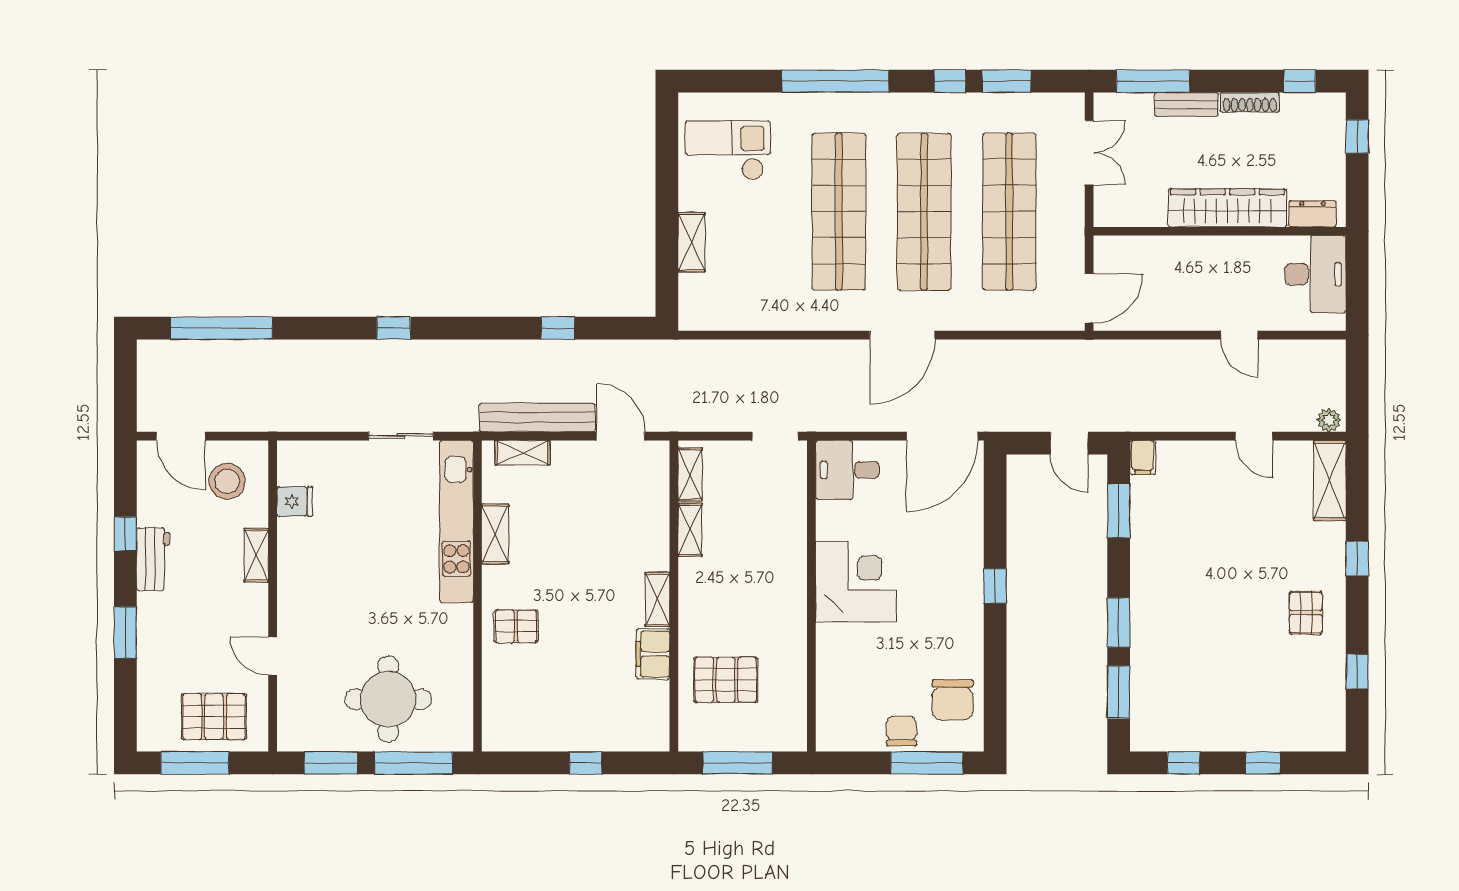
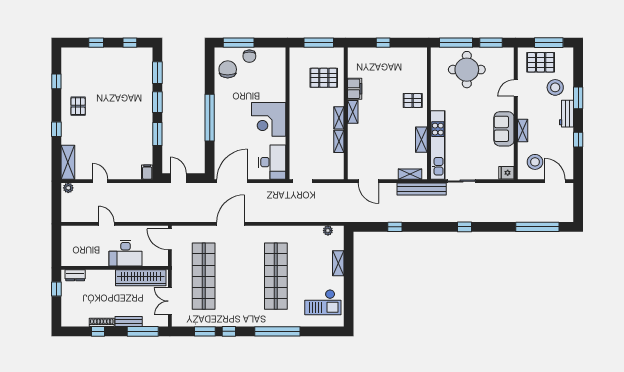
window: (1300, 81) -> (98, 331), moved
window: (1357, 136) -> (56, 289), moved
wardrobe: (1228, 208) -> (141, 278), moved
shop shelf: (924, 212) -> (240, 276), removed
desk: (1315, 274) -> (126, 253), moved, turned -90
door: (1089, 298) -> (170, 239), hinge flipped
plant: (716, 319) -> (328, 231), added
door: (902, 335) -> (231, 224), moved
bench: (537, 417) -> (422, 189), moved
desk: (847, 470) -> (272, 162), width x1.37
shelving: (690, 474) -> (339, 118), moved
fridge: (295, 501) -> (506, 173), moved
window: (1119, 511) -> (157, 134), moved
workbench: (153, 559) -> (566, 114), moved
sofa: (300, 559) -> (504, 129), added
window: (995, 586) -> (210, 118), width x3.17
door: (273, 656) -> (516, 88), swing flipped
stool: (179, 657) -> (555, 87), added

